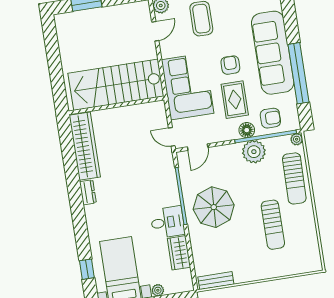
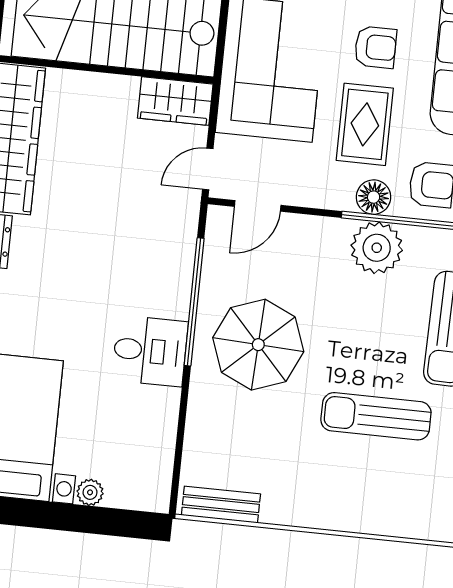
armchair: (230, 65) -> (375, 47), turned 90
door: (172, 137) -> (208, 169), hinge flipped
sun lounger: (273, 225) -> (376, 416), turned 90
wardrobe: (179, 253) -> (175, 101), moved, turned -90

